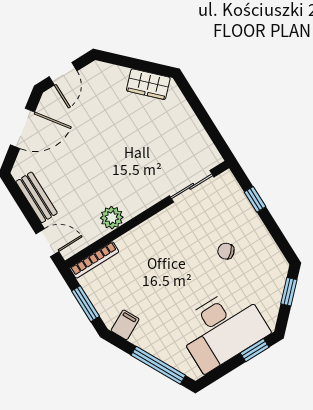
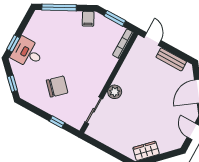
plant: (112, 218) -> (115, 92), moved
door: (47, 243) -> (152, 39), swing flipped
chair: (226, 251) -> (57, 87), width x1.87, depth x1.87
desk: (222, 329) -> (27, 53), width x0.53, depth x0.77

